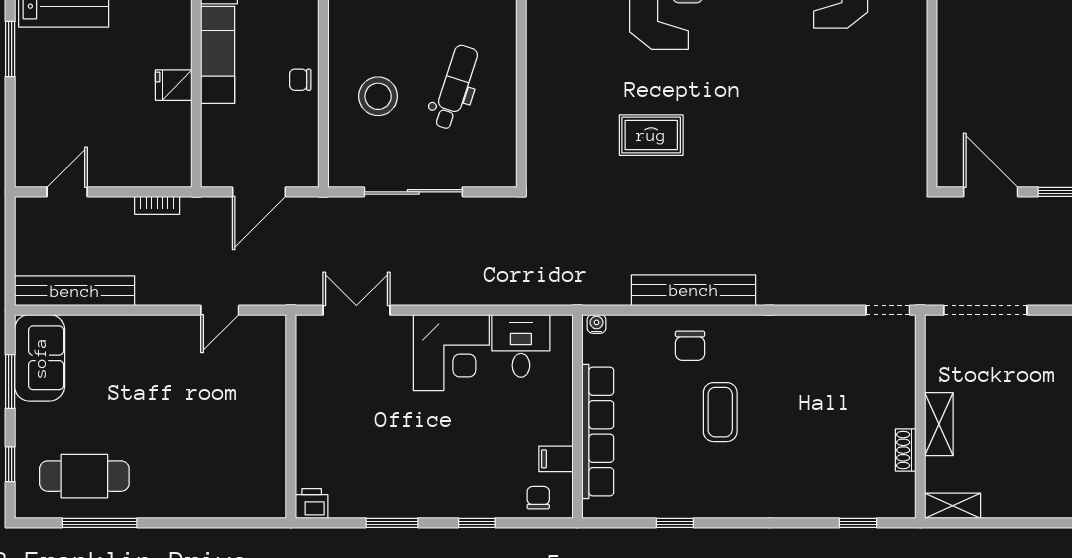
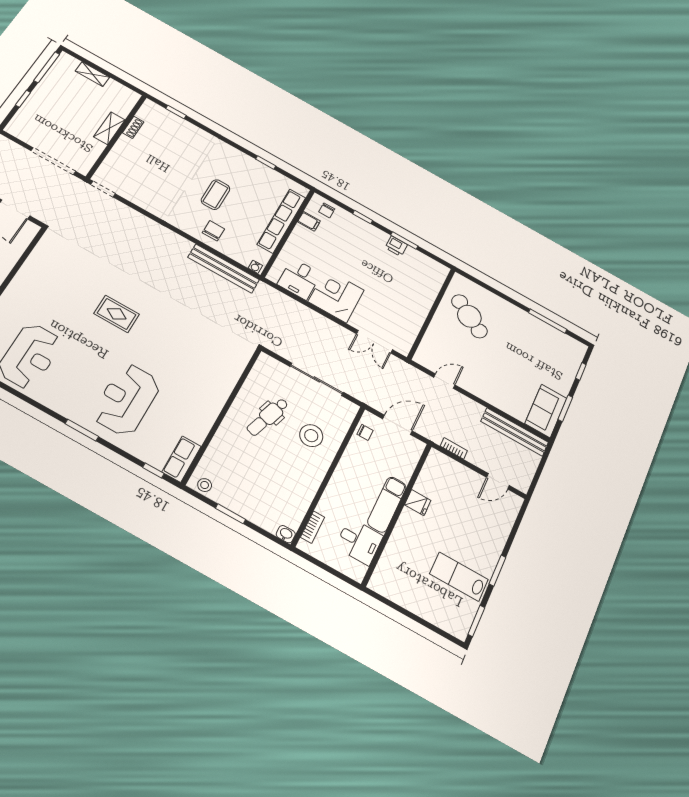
chair: (300, 80) -> (365, 432), moved
rug: (651, 135) -> (117, 314), moved
bench: (694, 290) -> (224, 269), moved
cafe table: (84, 476) -> (469, 316), moved, turned 32
printer: (312, 504) -> (396, 246), moved
shelving: (953, 506) -> (92, 74), moved

